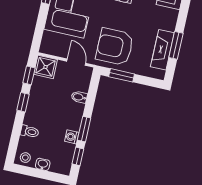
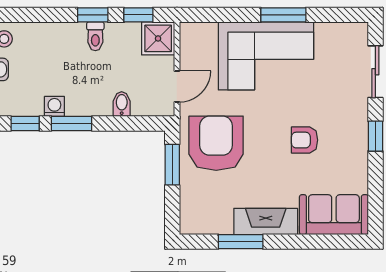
fireplace: (162, 50) -> (266, 221), moved
toilet: (30, 132) -> (95, 36), moved

